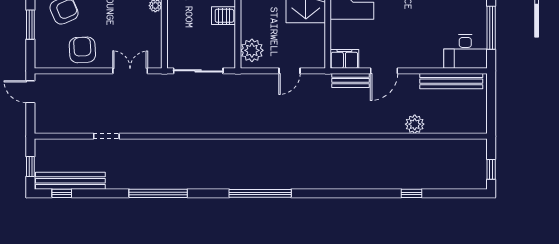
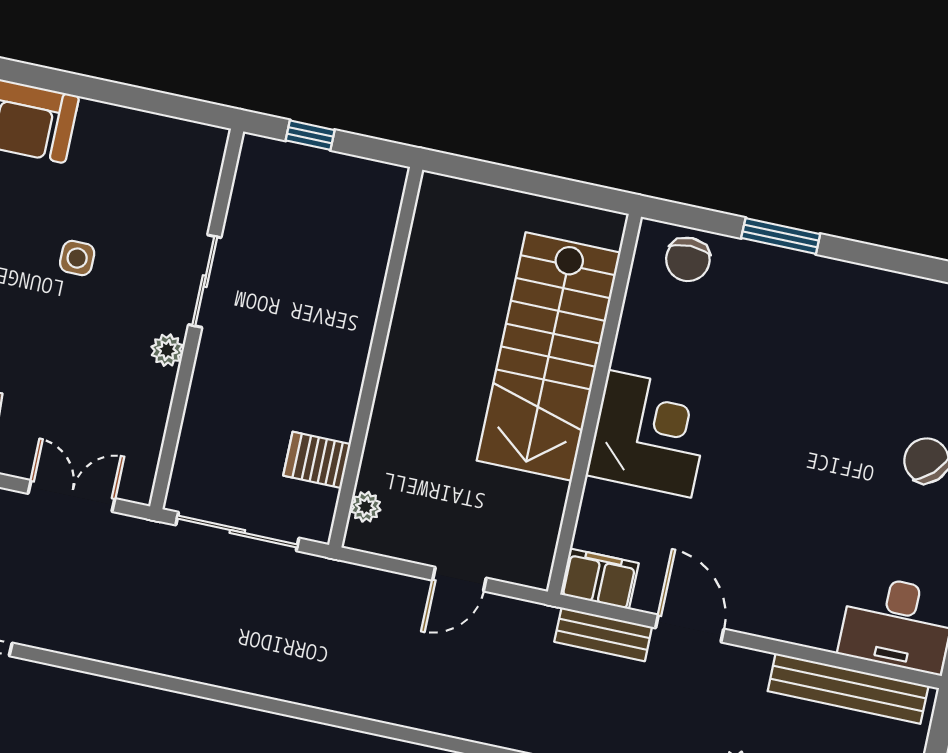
server rack: (223, 16) -> (317, 460), moved
plant: (252, 50) -> (366, 507), width x0.53, depth x0.53
door: (384, 71) -> (690, 628), swing flipped

